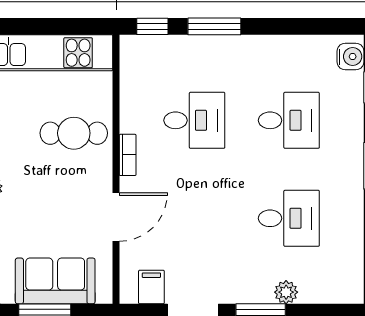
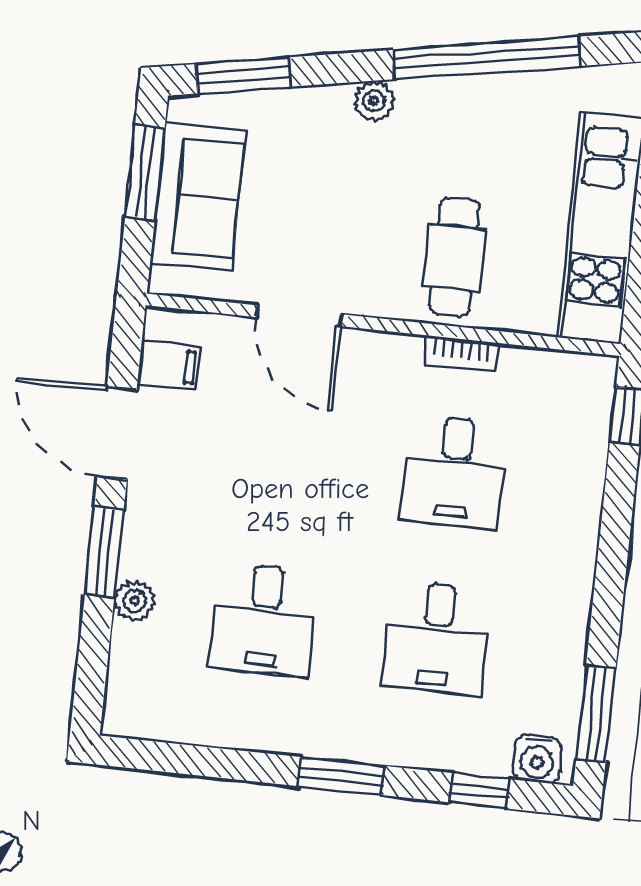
window: (214, 26) -> (596, 714), moved
bookcase: (128, 155) -> (461, 354), moved

